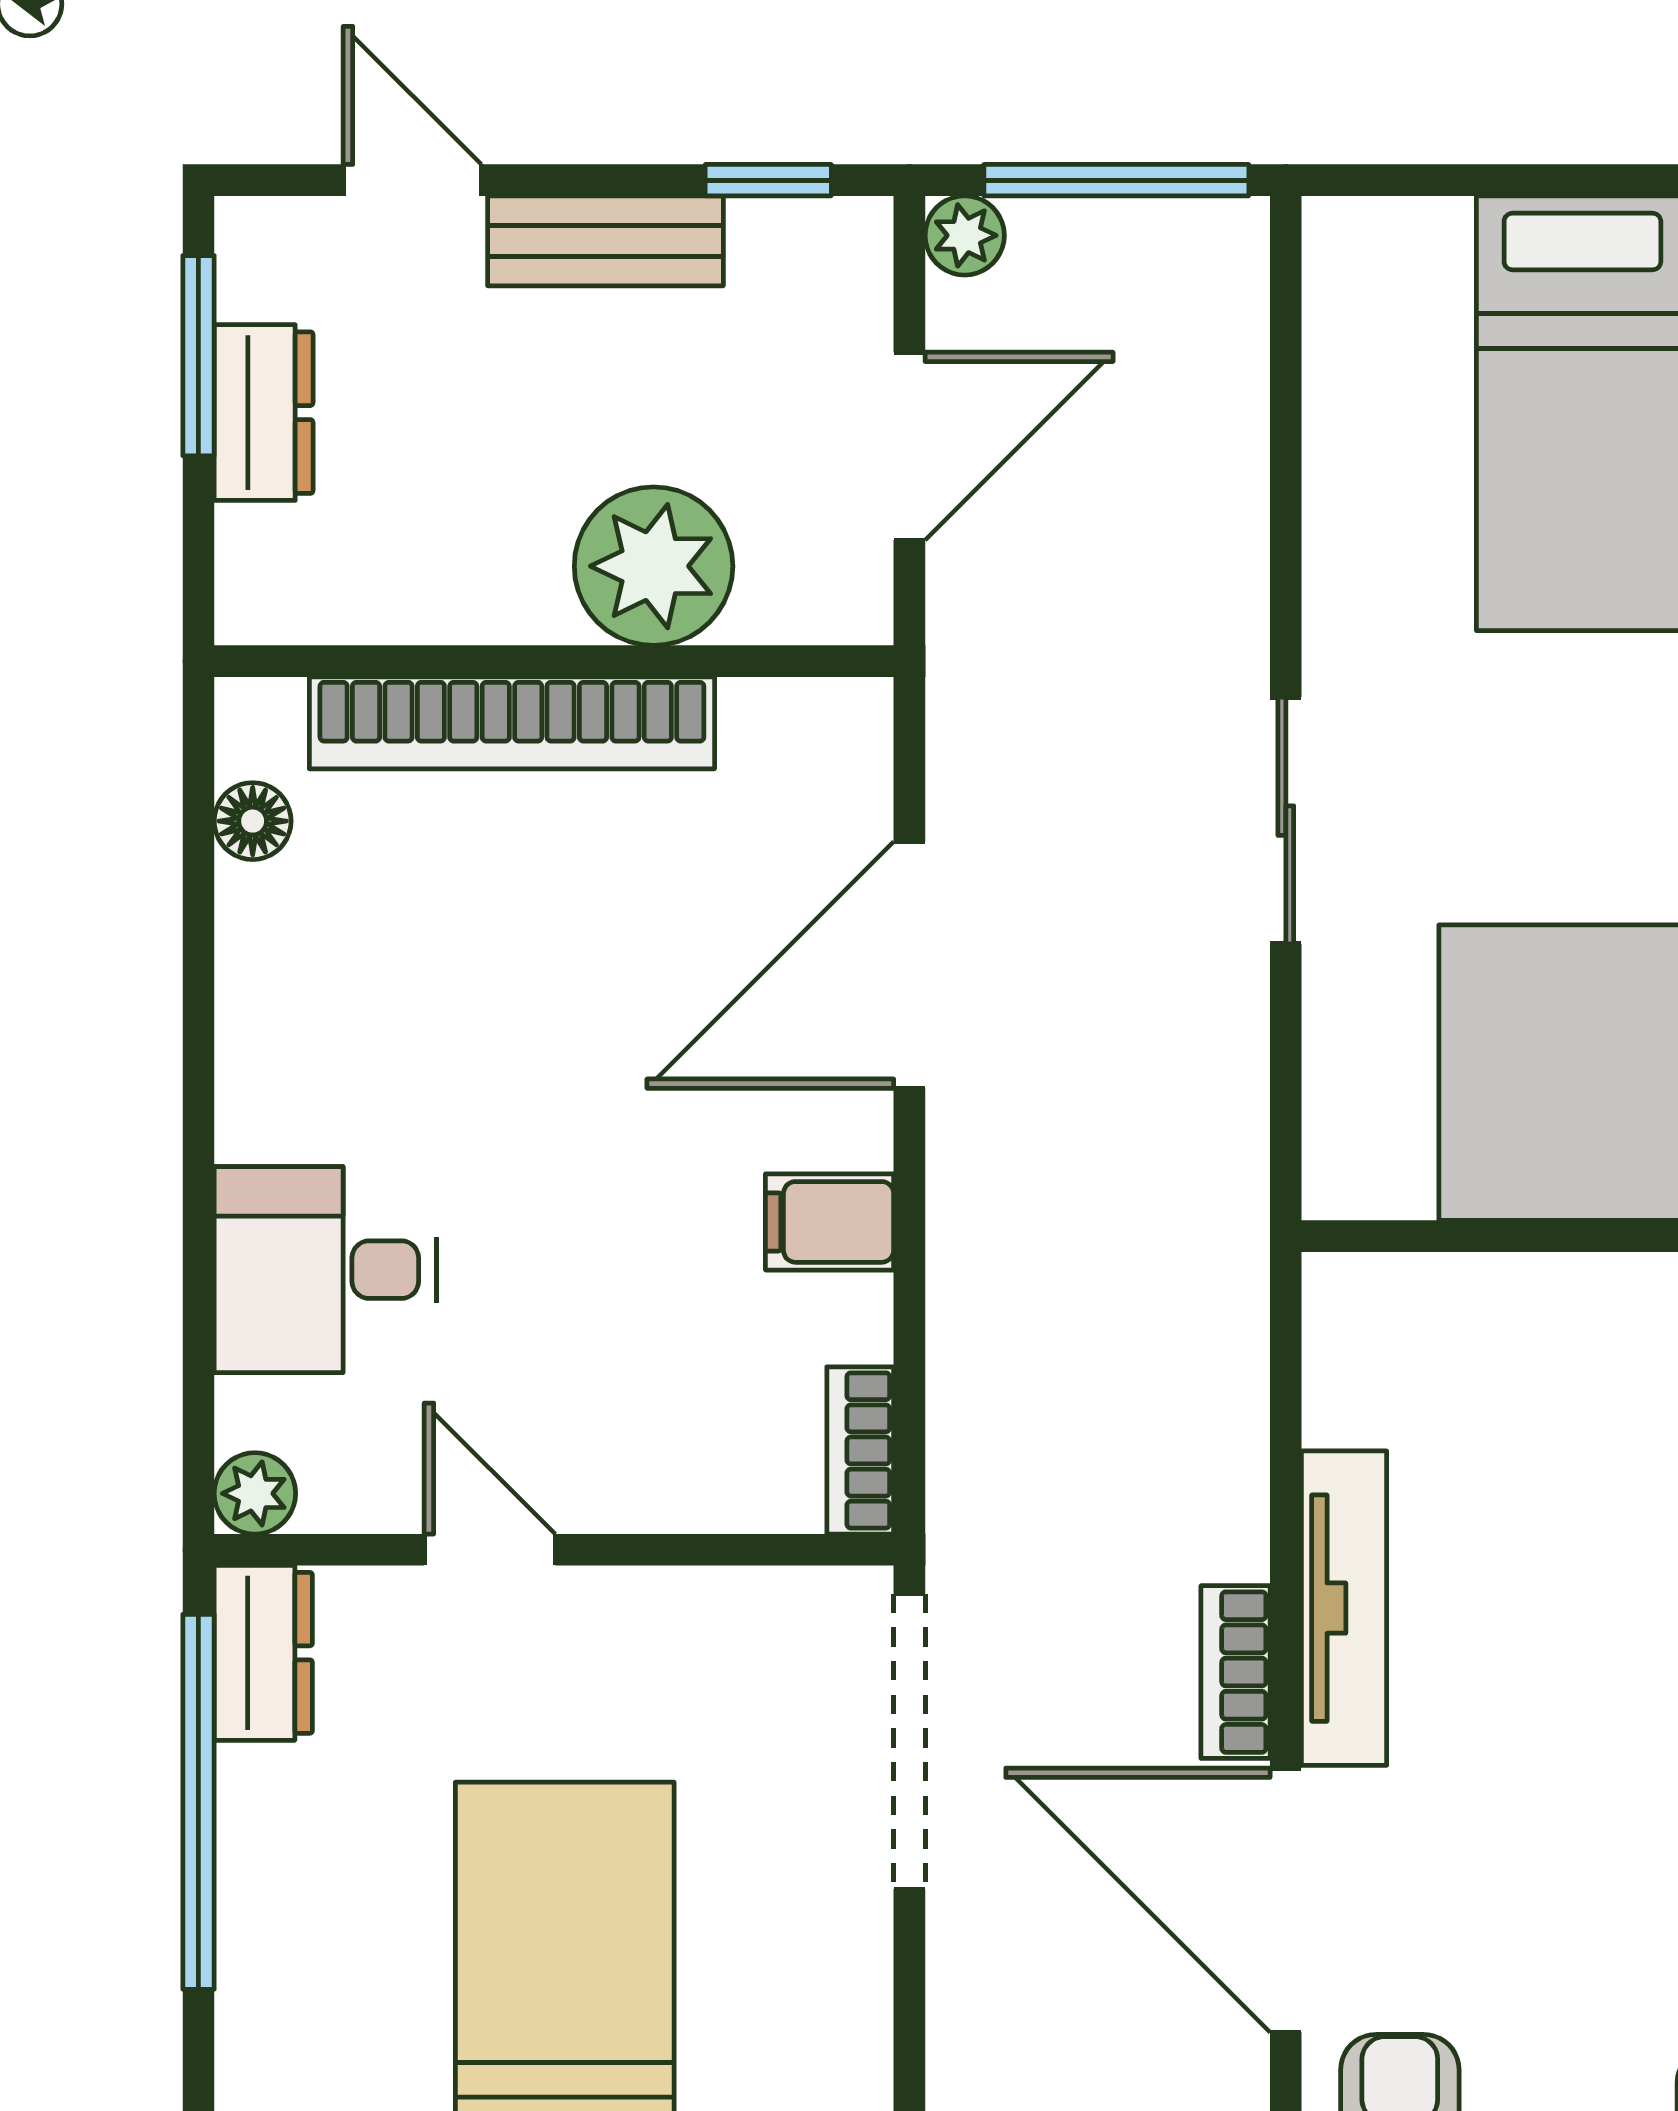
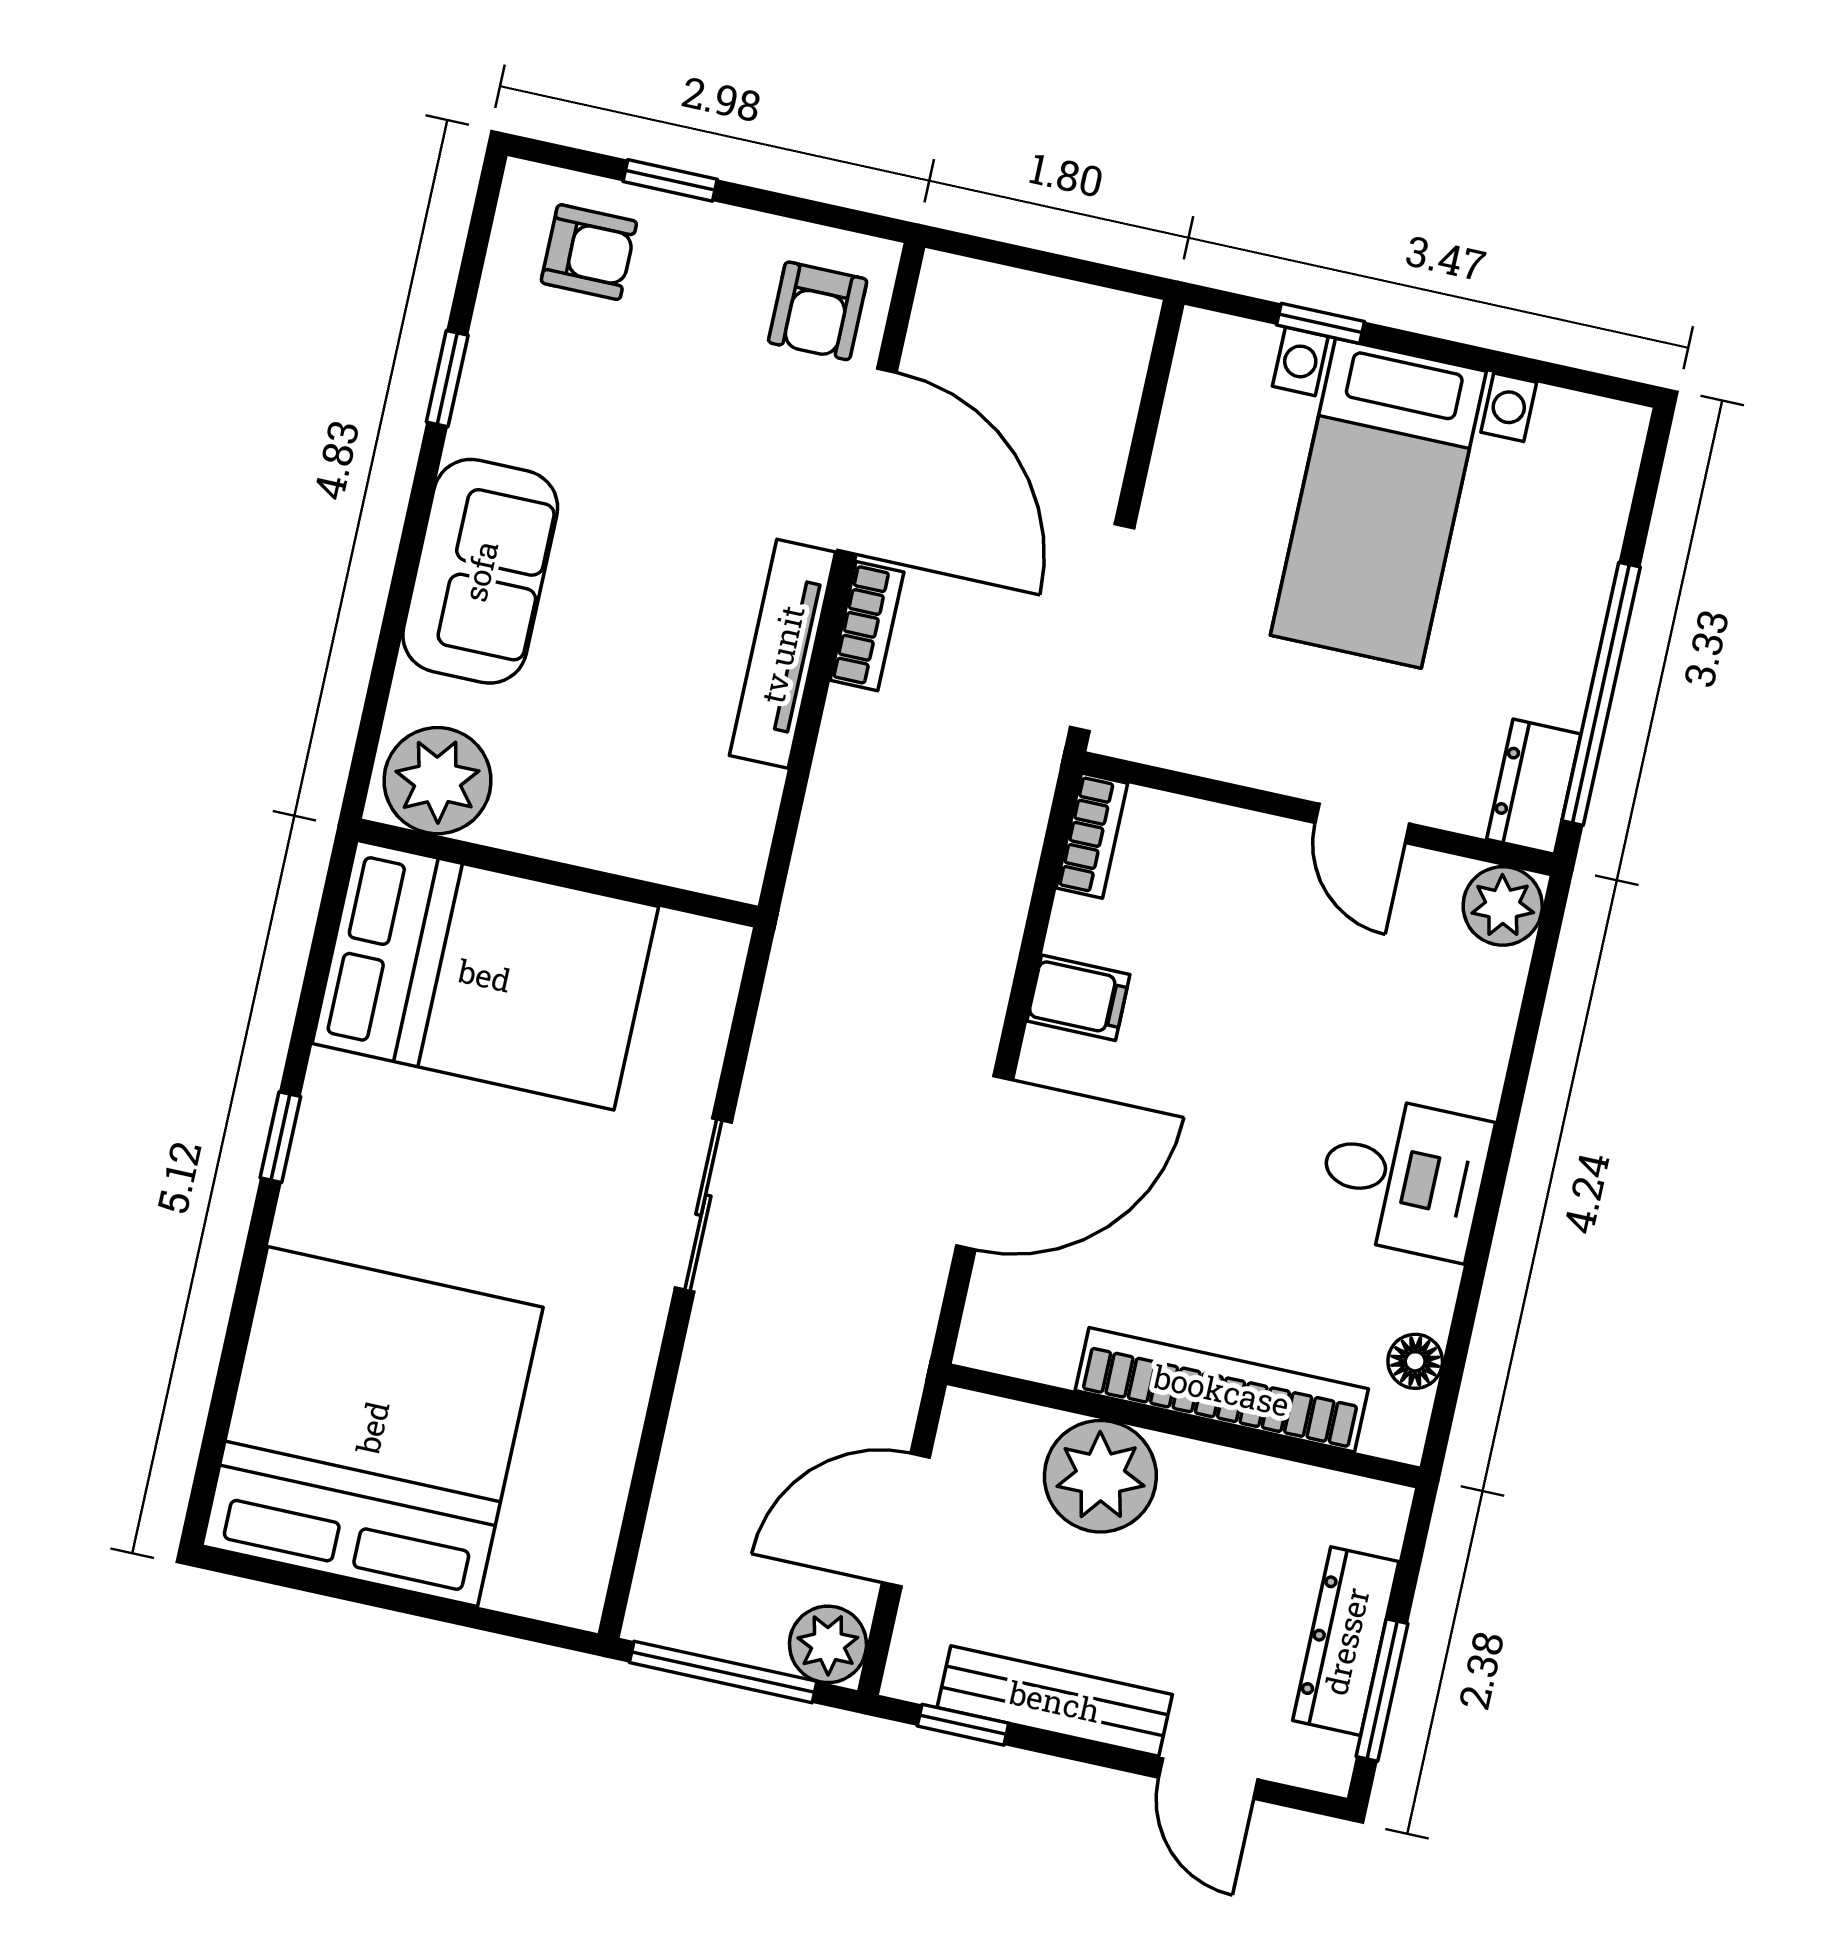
plant: (965, 235) -> (828, 1644), width x1.38, depth x1.38
bench: (605, 241) -> (1055, 1701), width x1.36
dresser: (264, 413) -> (1346, 1641), width x1.44
desk: (325, 1270) -> (1403, 1176), moved
plant: (255, 1493) -> (1503, 906), width x1.38, depth x1.38

